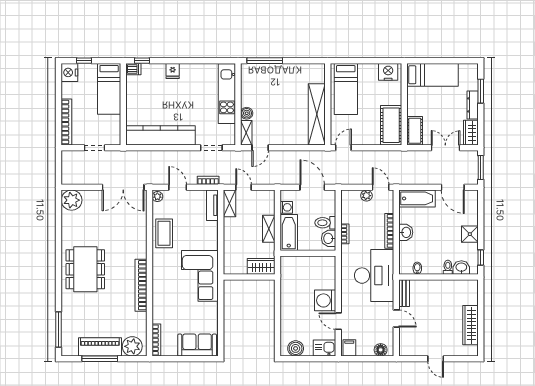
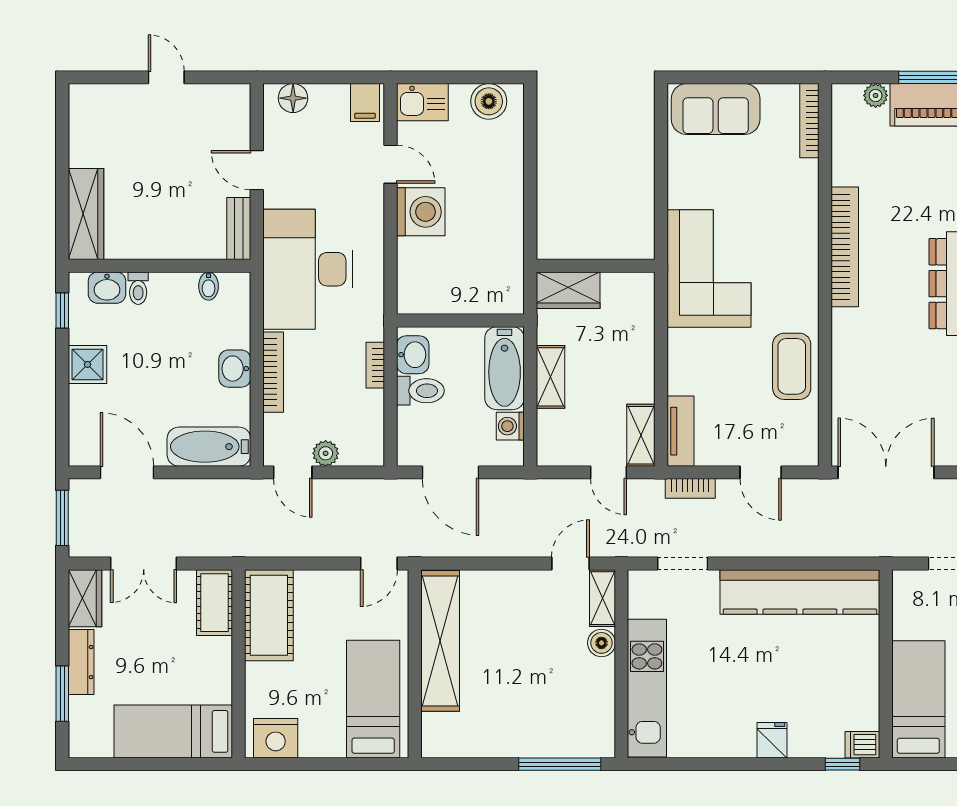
plant: (157, 197) -> (807, 451), removed
wardrobe: (470, 325) -> (86, 214), moved
plant: (132, 346) -> (876, 95), width x0.53, depth x0.53

